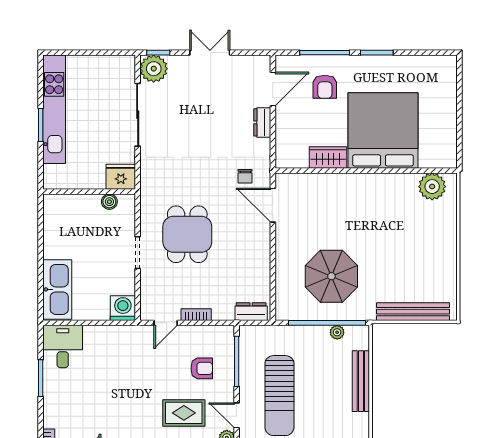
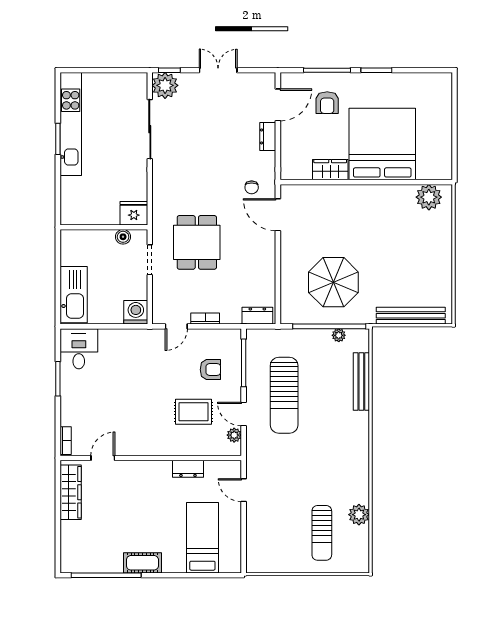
fridge: (121, 177) -> (134, 213), moved
wall: (89, 192) -> (104, 227), moved
boiler: (109, 202) -> (123, 237), moved

